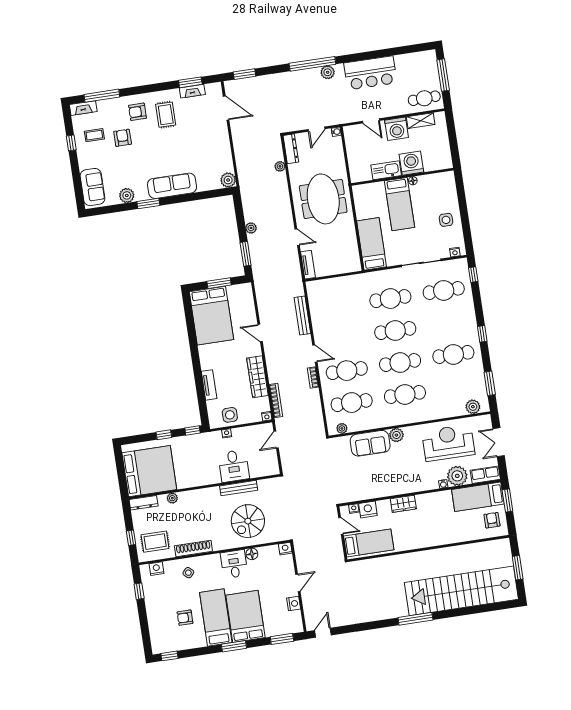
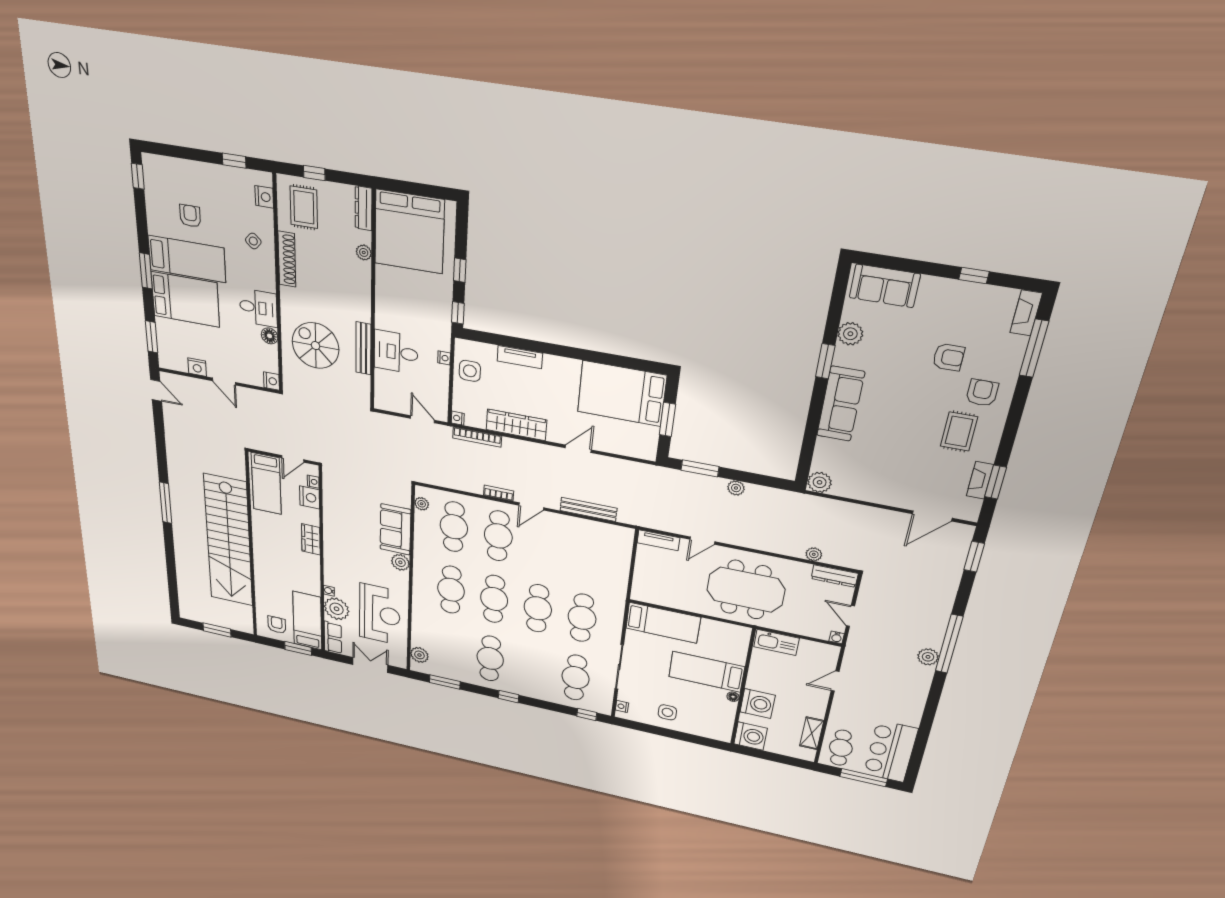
bar counter: (370, 73) -> (891, 751), moved
rug: (166, 115) -> (959, 431), turned 90
washing machine: (397, 129) -> (751, 736), moved, turned 180
coffee table: (94, 135) -> (972, 316), removed
kitchen sink: (386, 170) -> (776, 642), moved, turned 90
armchair: (492, 520) -> (277, 625), turned -90
stairs: (461, 591) -> (228, 541), moved, turned 180

